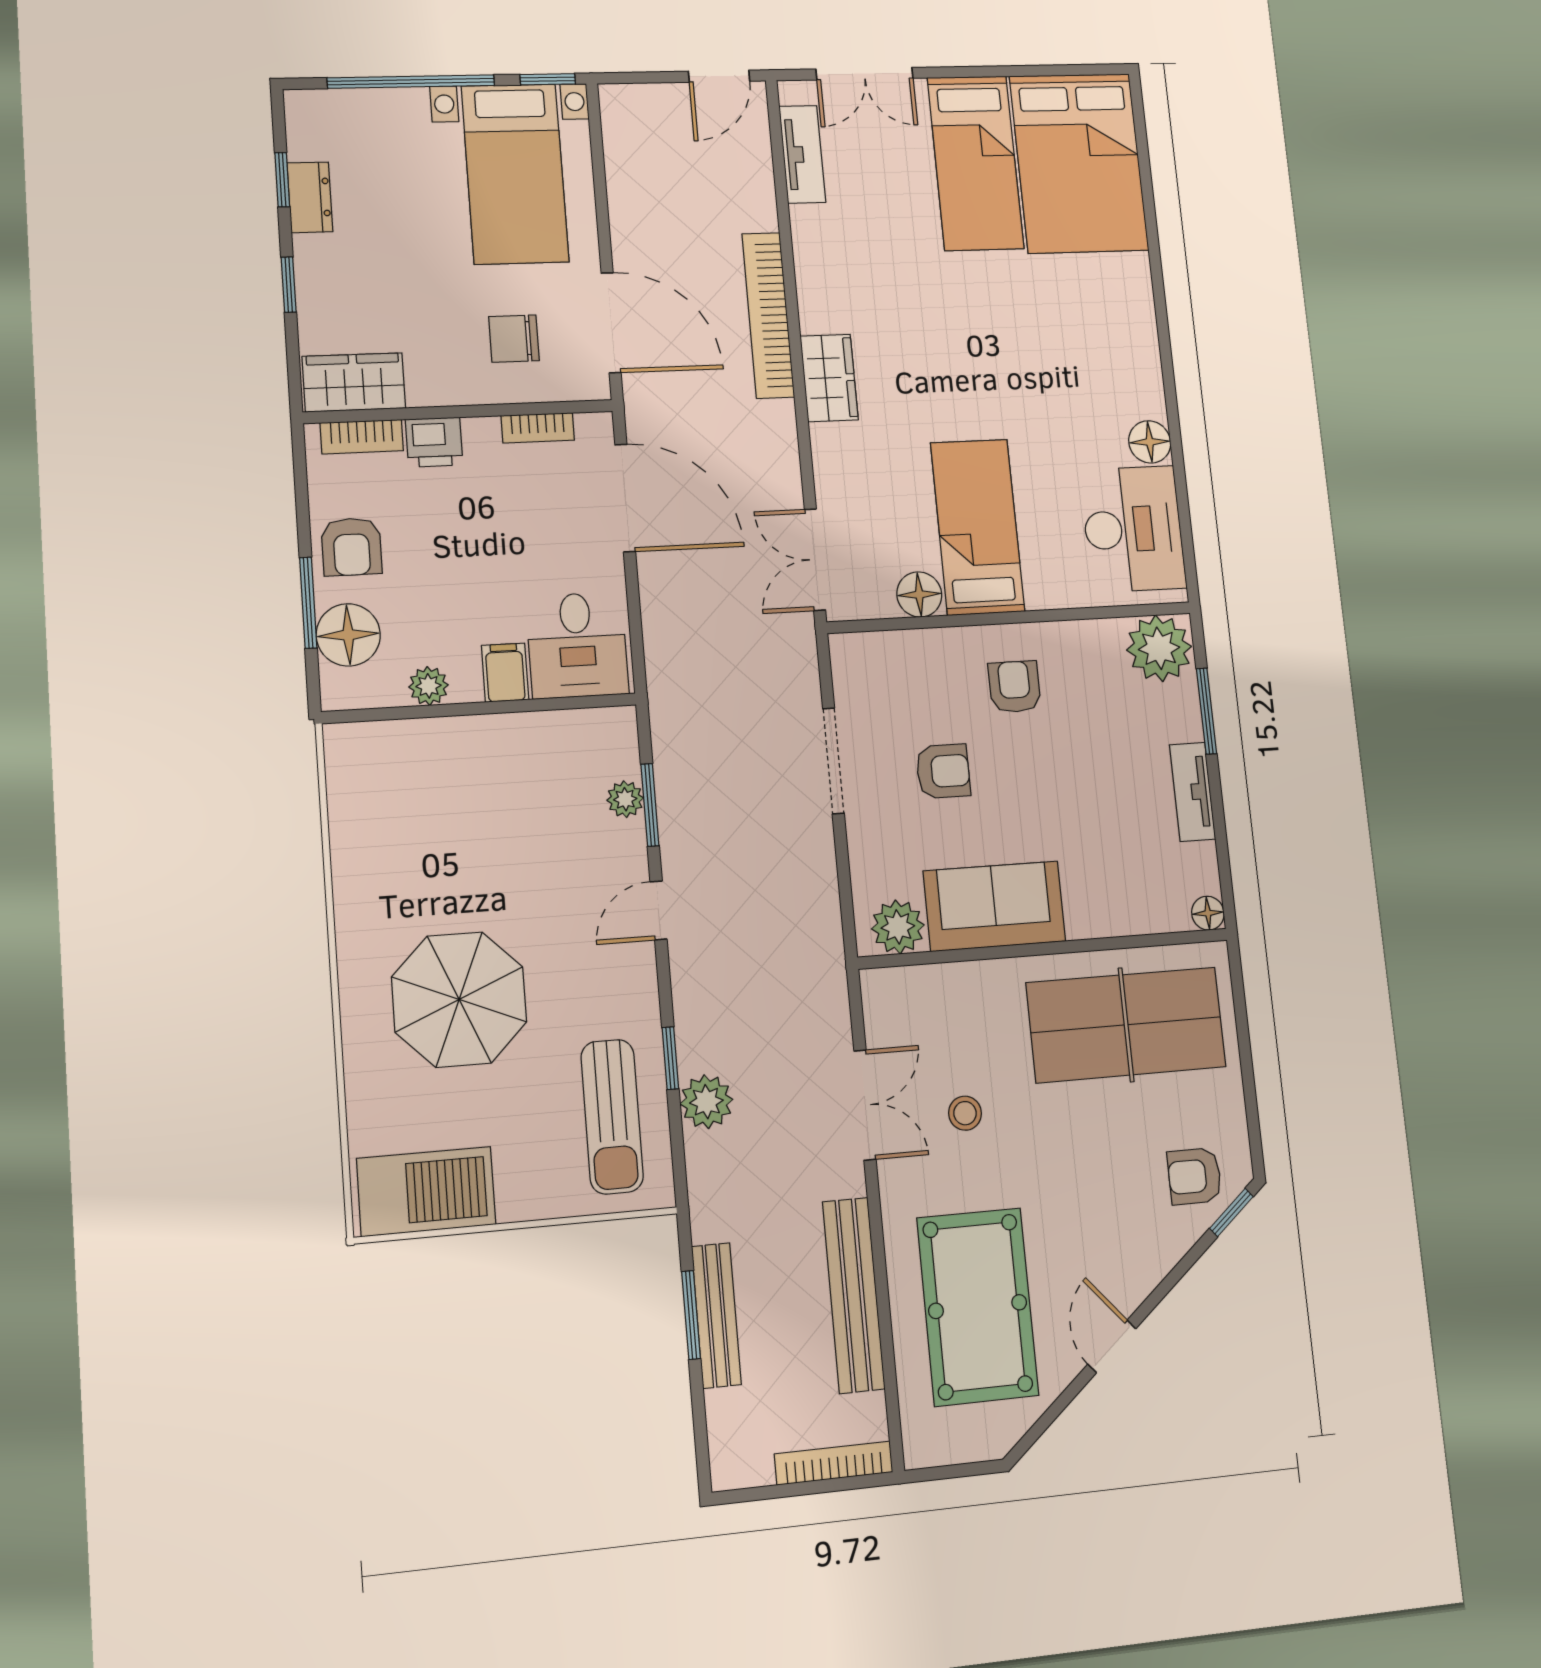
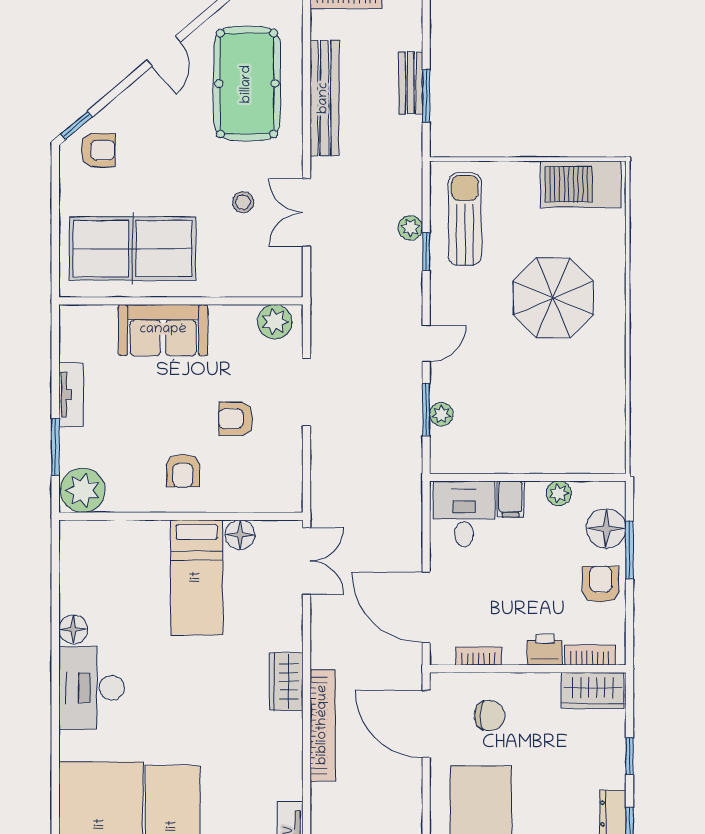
desk: (1133, 529) -> (91, 688), moved
doorway: (833, 761) -> (306, 392), moved
sofa: (994, 906) -> (163, 330), moved
floor lamp: (1208, 913) -> (70, 315), removed
plant: (706, 1102) -> (410, 228), width x0.73, depth x0.73
bench: (716, 1315) -> (411, 83), width x0.73

